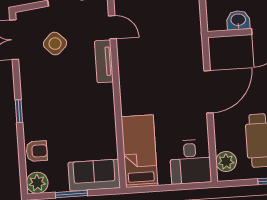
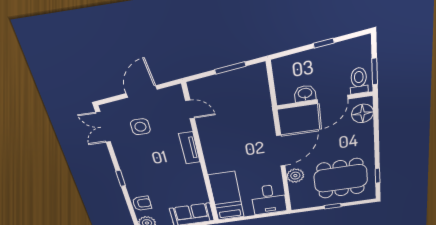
side table: (55, 44) -> (140, 127), turned 45
tv unit: (104, 61) -> (189, 148), moved
plant: (226, 161) -> (295, 176), moved

